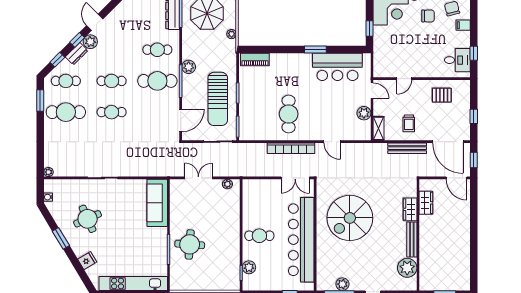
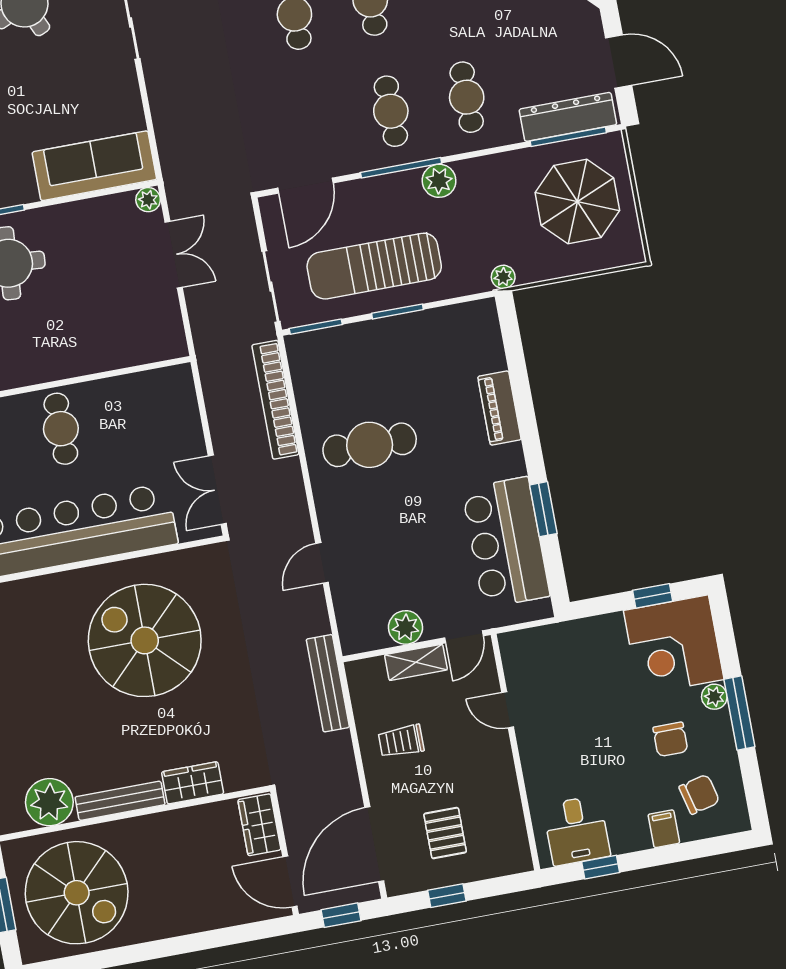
window: (370, 28) -> (653, 596), moved
plant: (232, 34) -> (503, 277), moved
window: (315, 50) -> (543, 509), moved
piano: (255, 60) -> (499, 408), moved
cafe table: (157, 81) -> (391, 111), width x0.73, depth x0.74
pallet: (442, 95) -> (445, 833), moved
door: (181, 120) -> (305, 186), hinge flipped
shelving: (379, 128) -> (416, 662), moved
bookcase: (291, 148) -> (275, 400), moved
bench: (407, 148) -> (328, 683), moved
door: (457, 178) -> (290, 882), hinge flipped
plant: (227, 184) -> (148, 200), moved
wardrobe: (426, 203) -> (259, 825), moved, turned 90
spiral stairs: (445, 264) -> (77, 893), added

